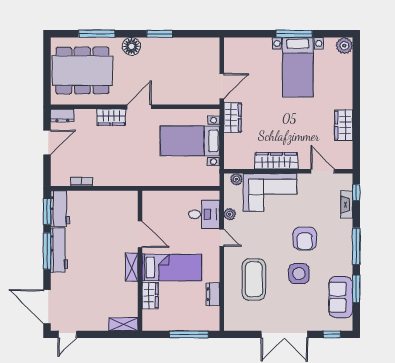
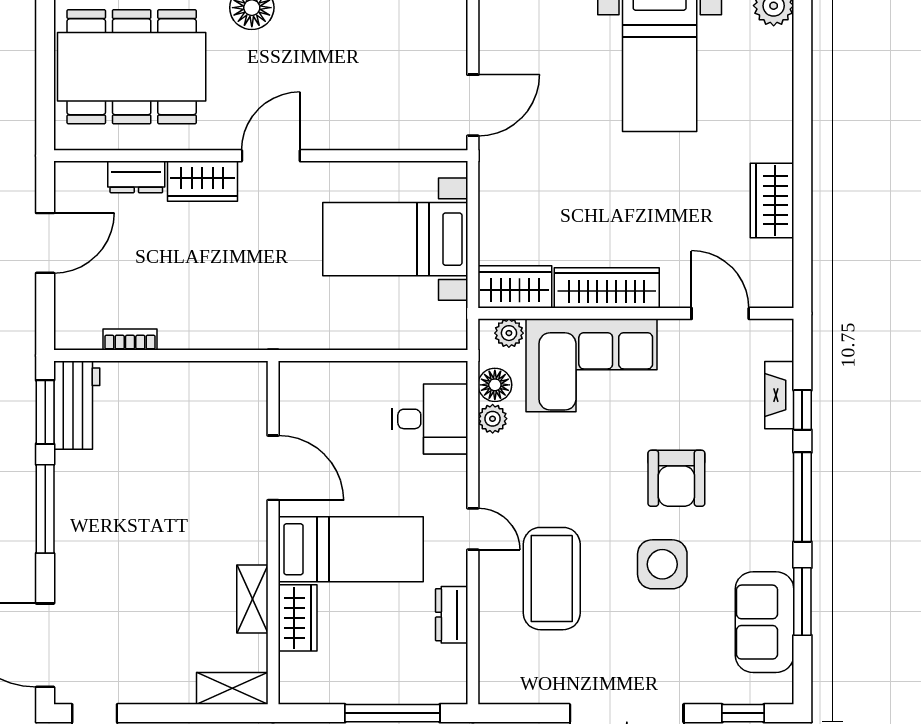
dresser: (62, 115) -> (136, 177), moved
wardrobe: (232, 117) -> (515, 287), moved, turned -90
window: (356, 193) -> (802, 410), moved
floor lamp: (231, 200) -> (495, 385), added
door: (222, 238) -> (473, 529), moved
workbench: (59, 250) -> (74, 507), removed
shelving: (132, 267) -> (252, 599), moved

